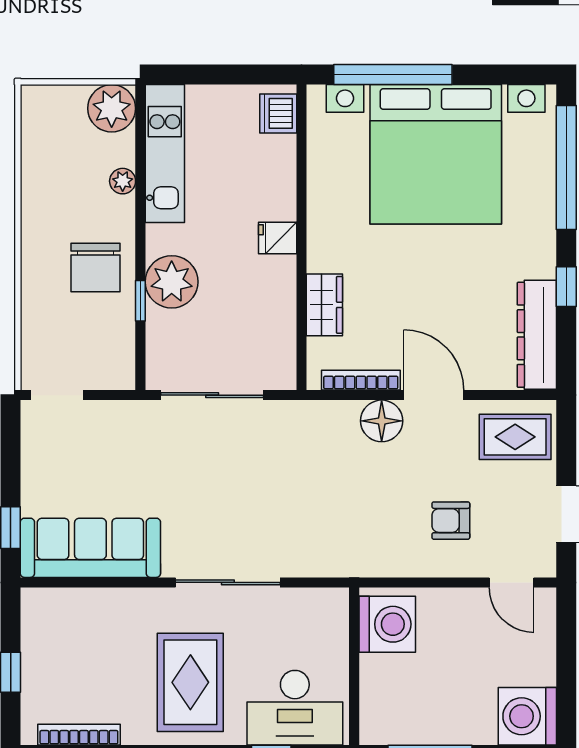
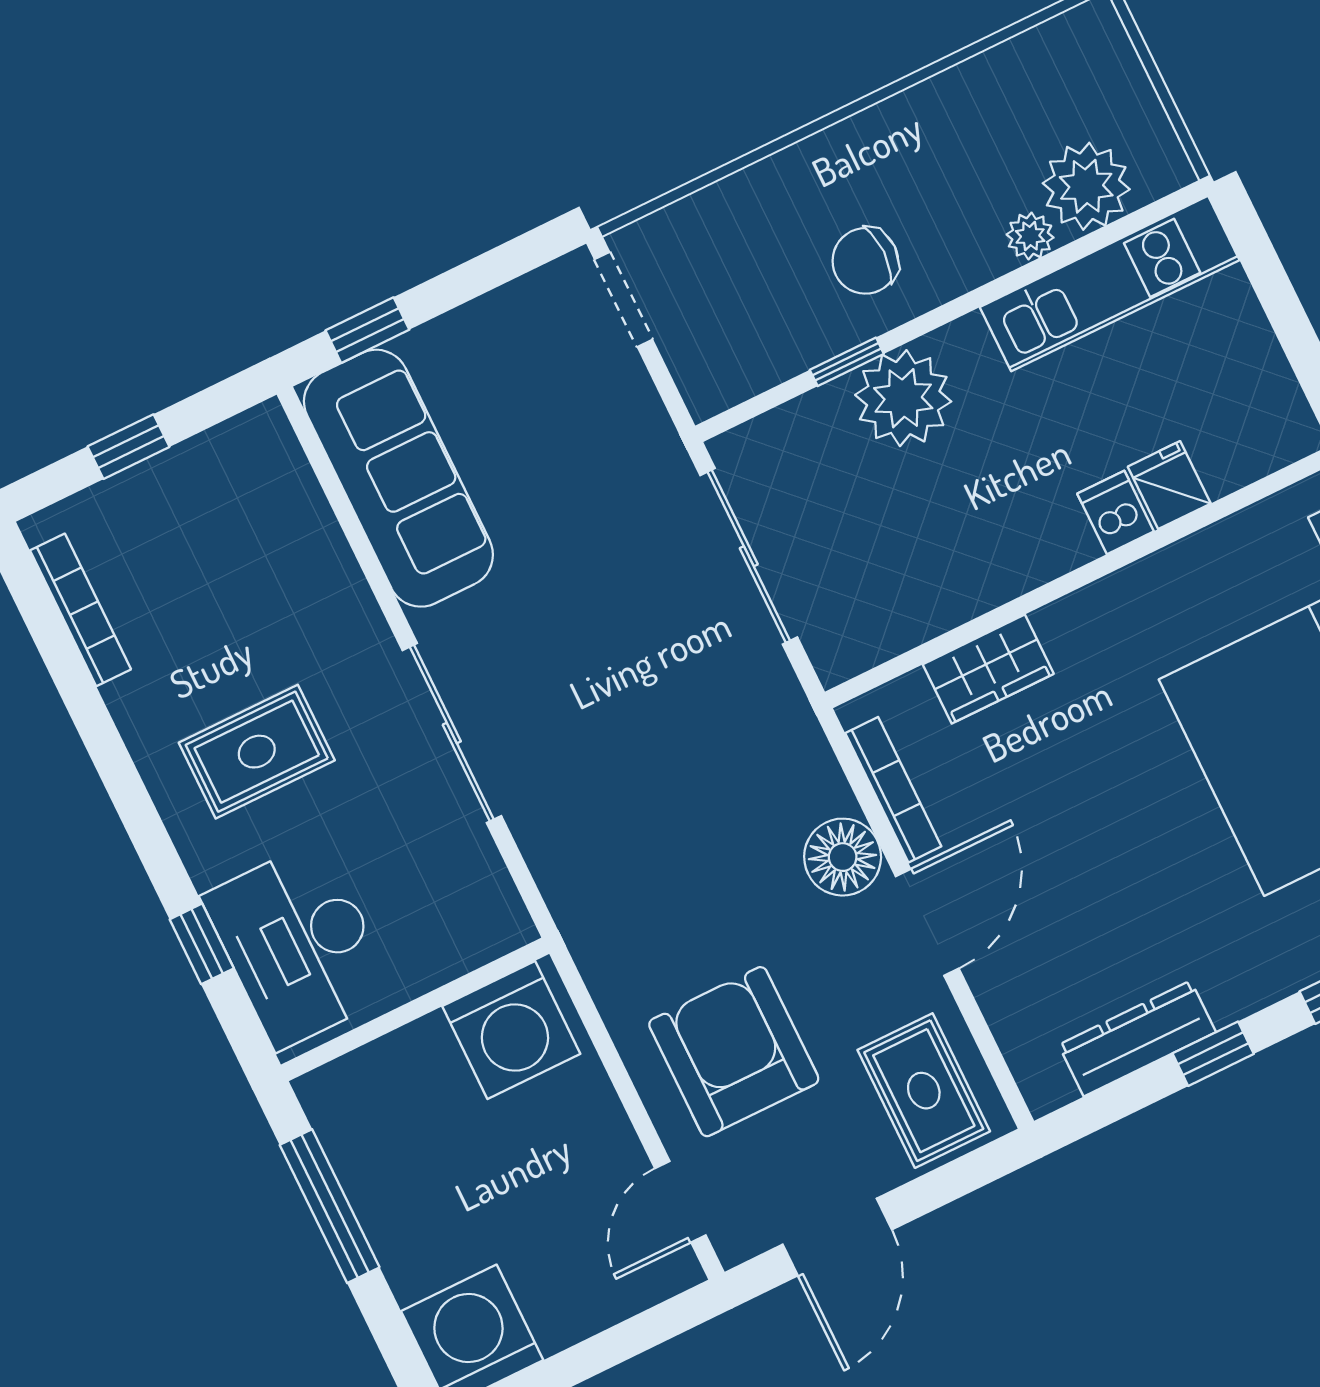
plant: (112, 108) -> (1086, 186), moved
dishwasher: (278, 113) -> (1116, 512), moved, width x0.73
fridge: (278, 238) -> (1169, 485), moved
chair: (95, 268) -> (865, 261), width x0.73, depth x0.73
dresser: (537, 335) -> (1137, 1038), width x0.73, depth x0.80
armchair: (451, 521) -> (734, 1052), width x1.88, depth x1.88
rug: (190, 682) -> (257, 752), width x0.73, depth x0.70

